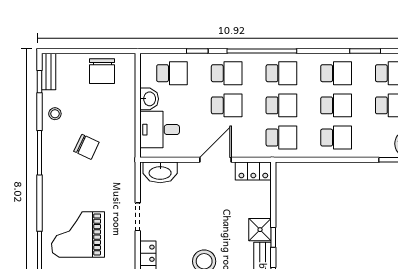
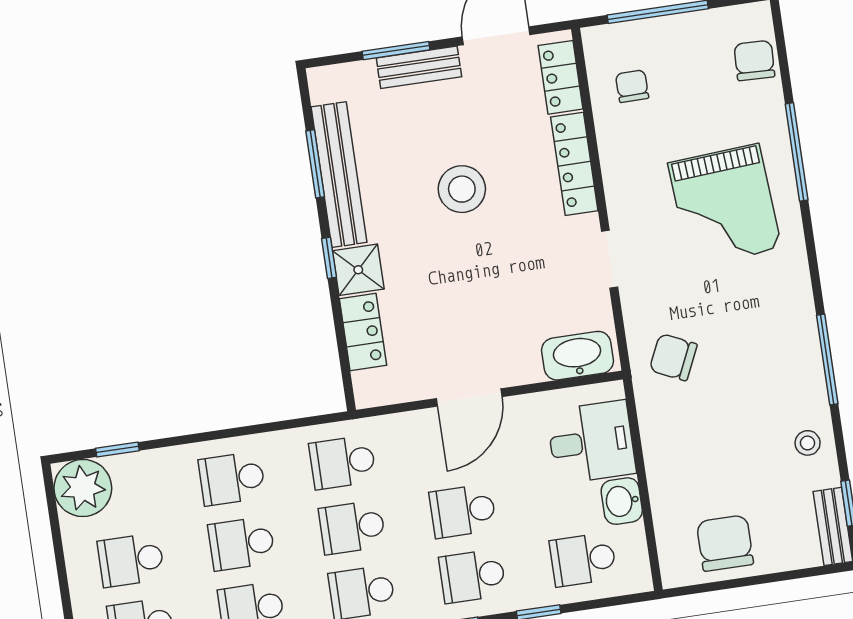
chair: (86, 147) -> (673, 357), moved
locker: (253, 171) -> (363, 332), moved, turned 90
grand piano: (78, 234) -> (725, 206), turned 86

